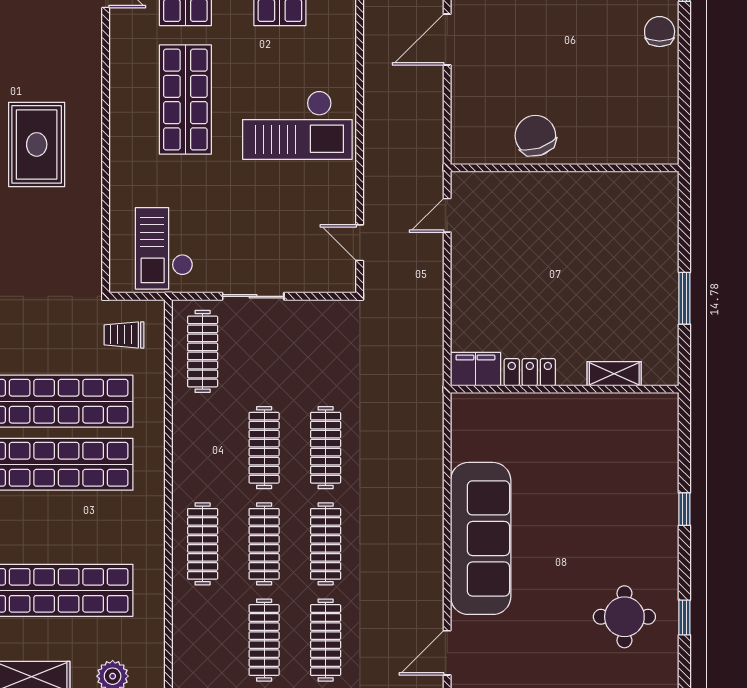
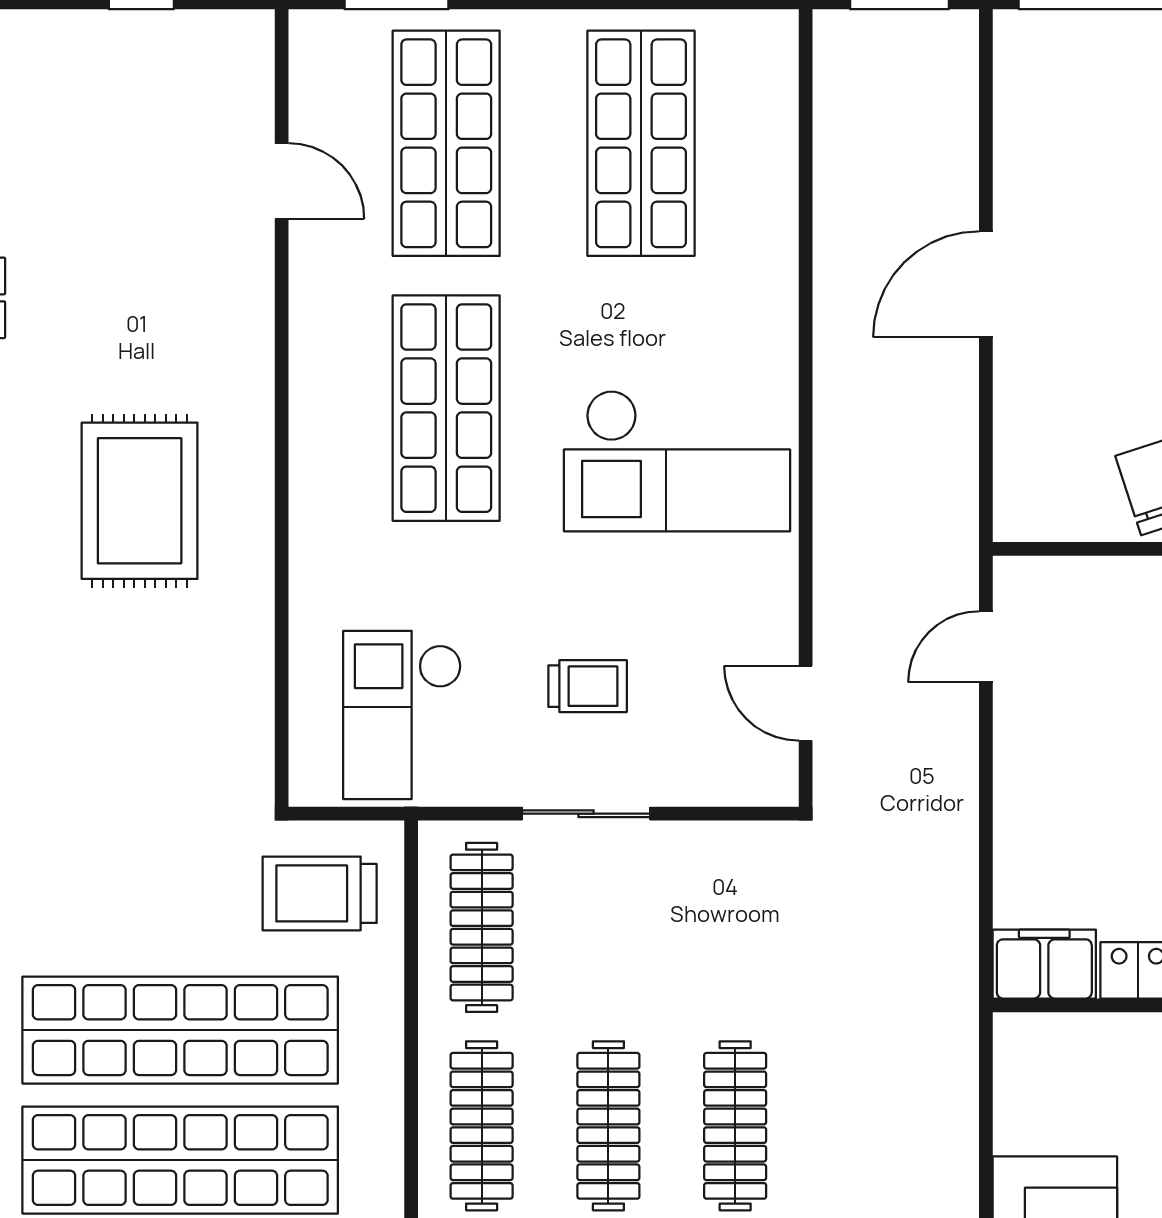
trolley: (254, 234) -> (588, 686), added
trolley: (124, 335) -> (320, 893), width x1.36, depth x1.39
clothes rail: (203, 448) -> (482, 1126), added

